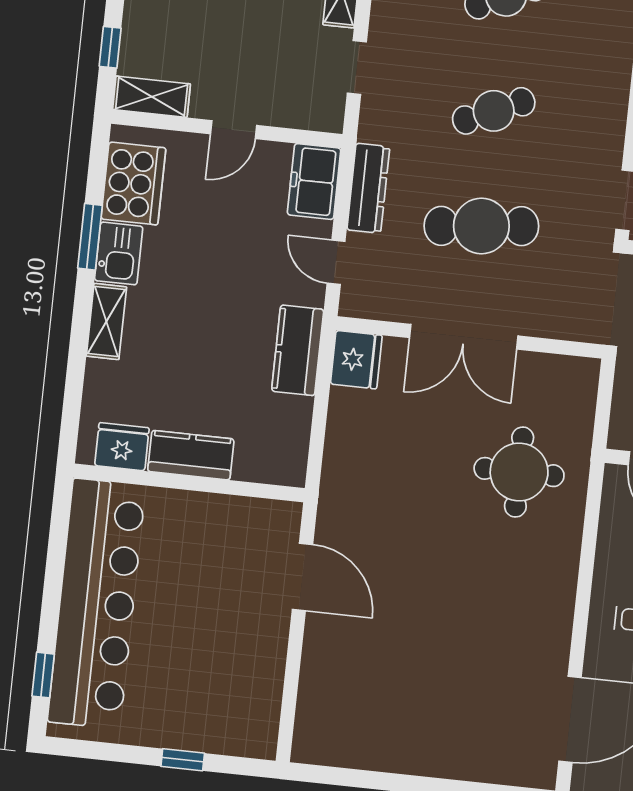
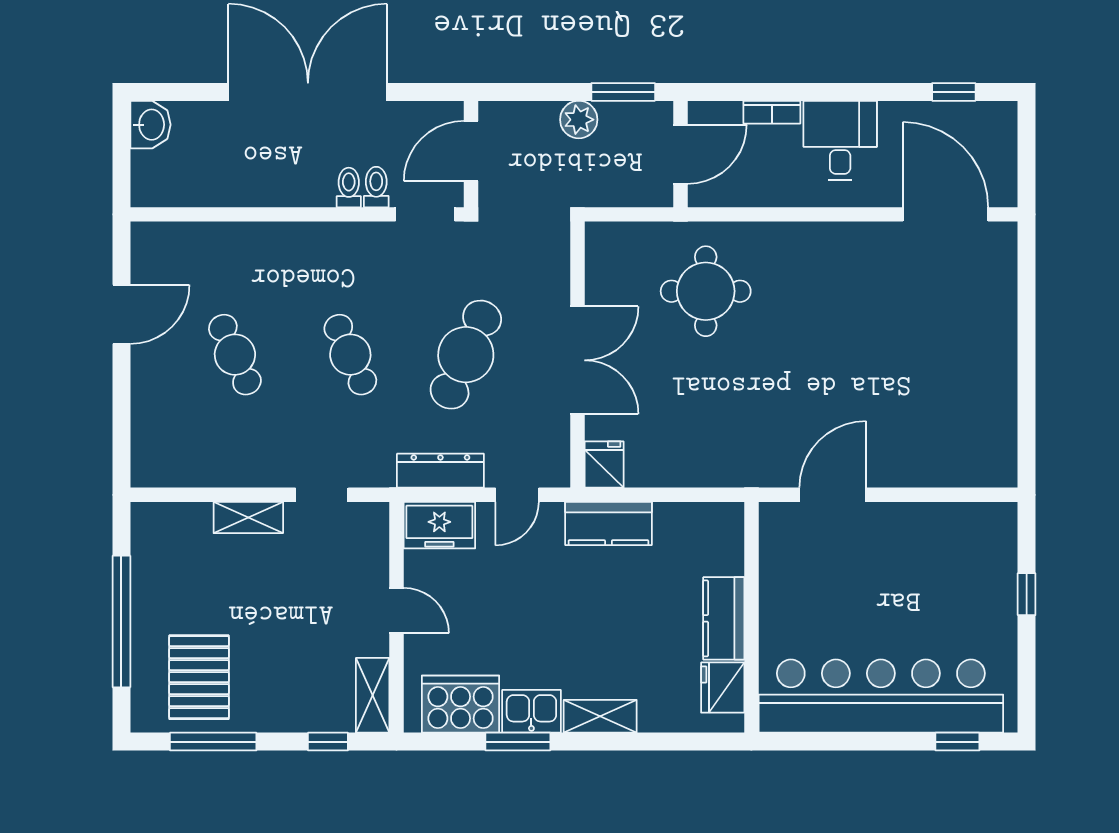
cafe table: (481, 226) -> (466, 355), turned 30
fridge: (356, 360) -> (604, 464), width x0.72

